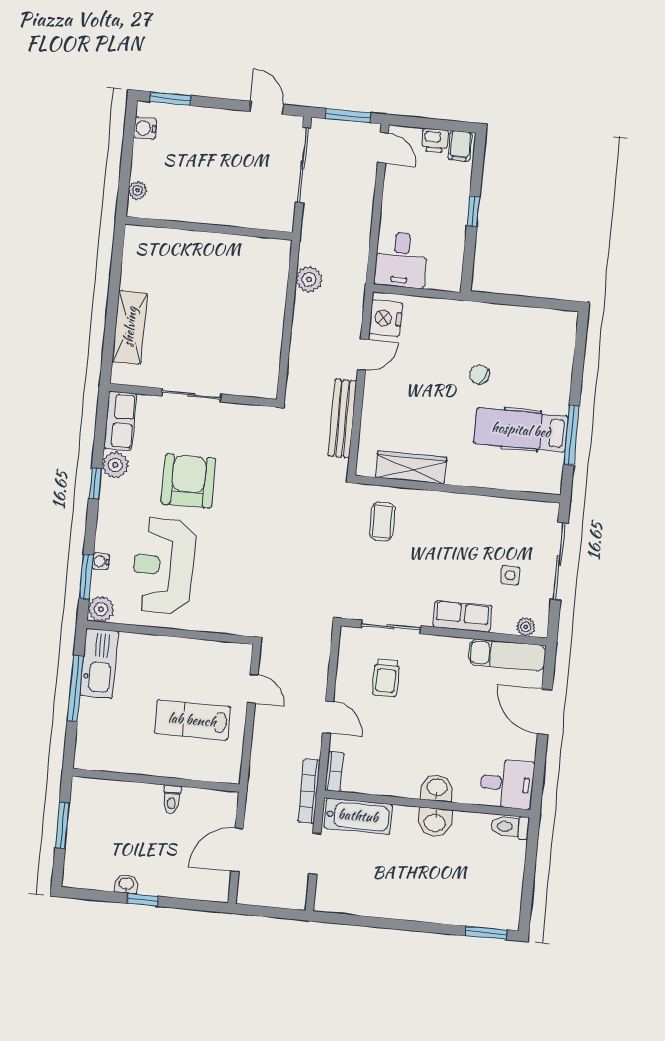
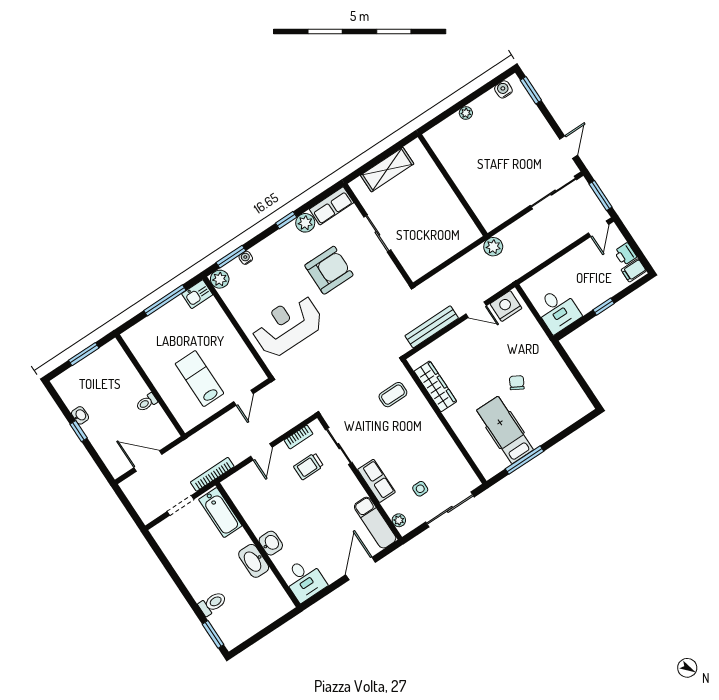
wall: (209, 228) -> (453, 185), moved
desk: (401, 260) -> (558, 310), moved, turned -90
reception desk: (163, 566) -> (287, 325), moved
kitchen sink: (99, 663) -> (197, 294), width x0.53, depth x0.81
bookcase: (334, 771) -> (298, 437), moved
washbasin: (435, 822) -> (254, 561), width x1.38
toilet: (510, 827) -> (213, 603), moved, turned 90

